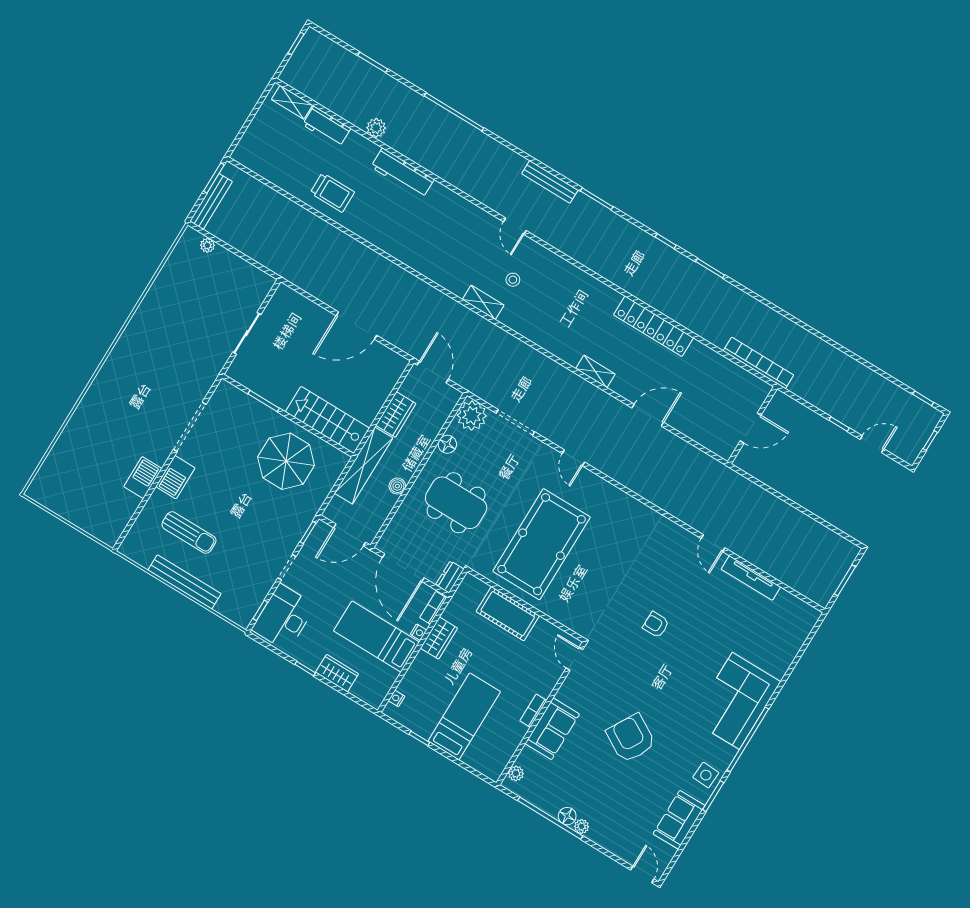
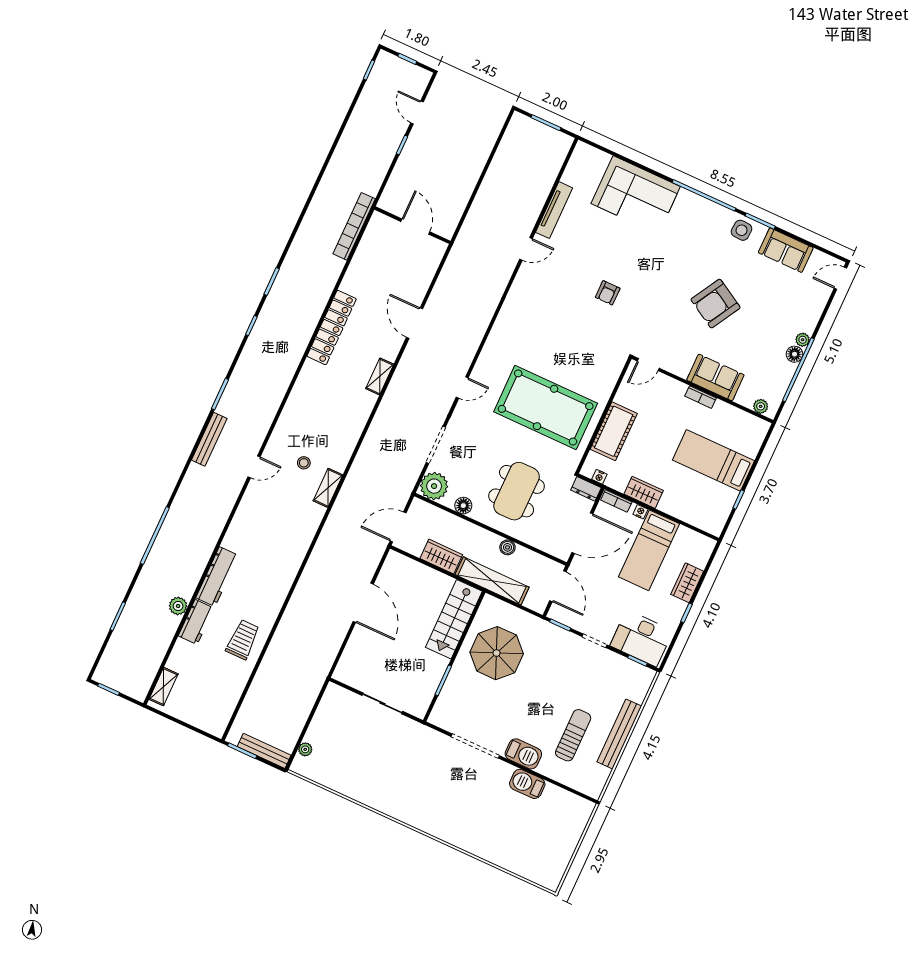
workbench: (327, 127) -> (196, 622), moved
nightstand: (397, 698) -> (599, 477), moved
corner sofa: (736, 701) -> (636, 195), moved

